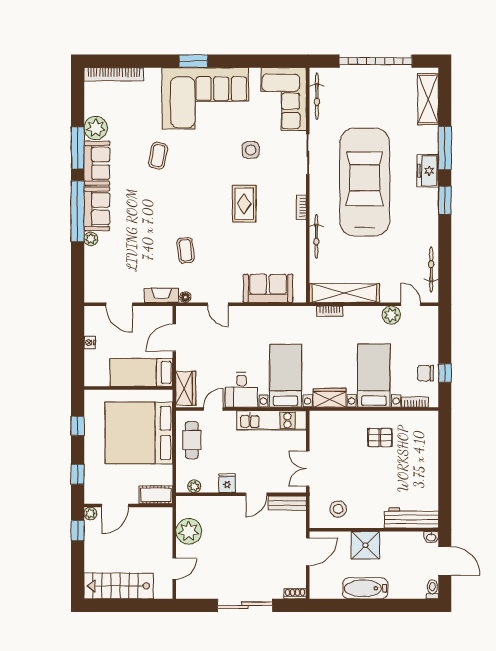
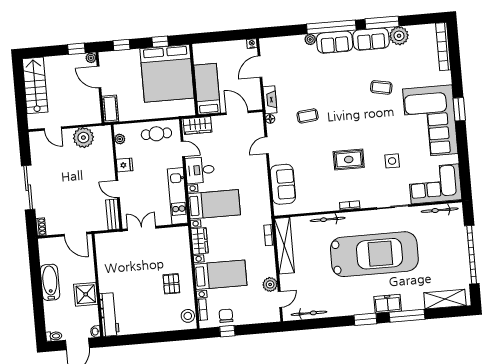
nightstand: (90, 343) -> (252, 44), moved
bed: (139, 433) -> (167, 73), moved, turned 180
stool: (338, 509) -> (188, 316), moved
shower: (365, 545) -> (86, 294), moved

